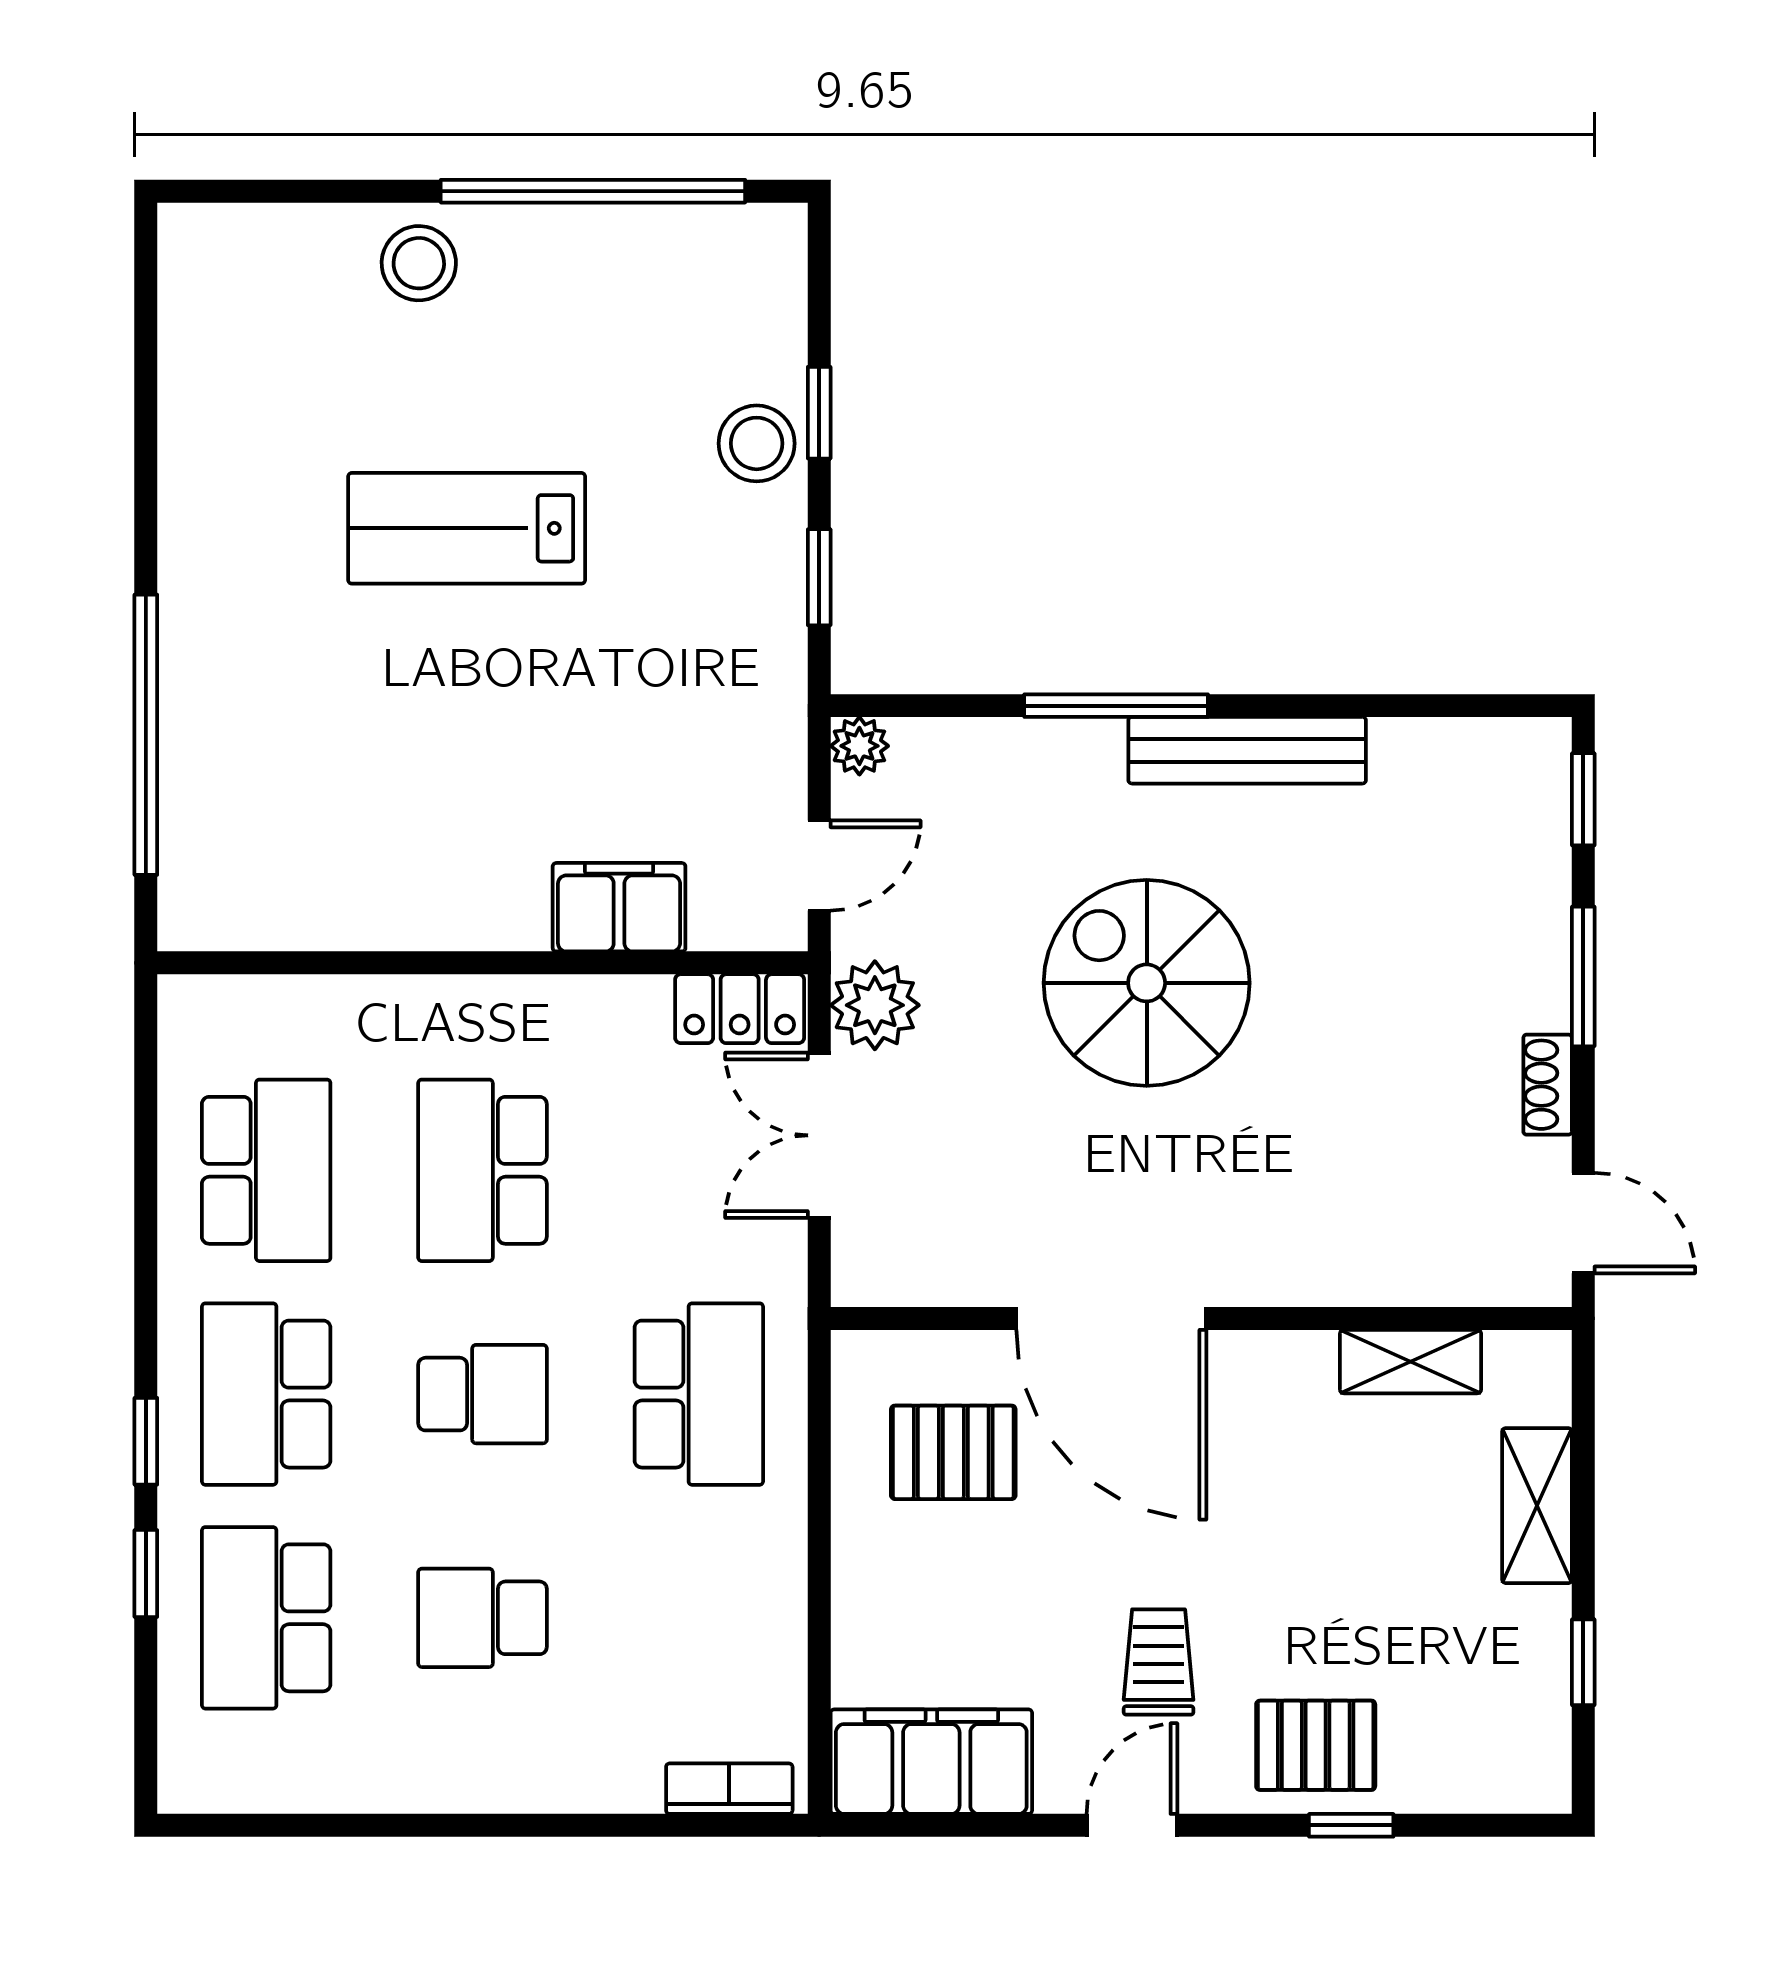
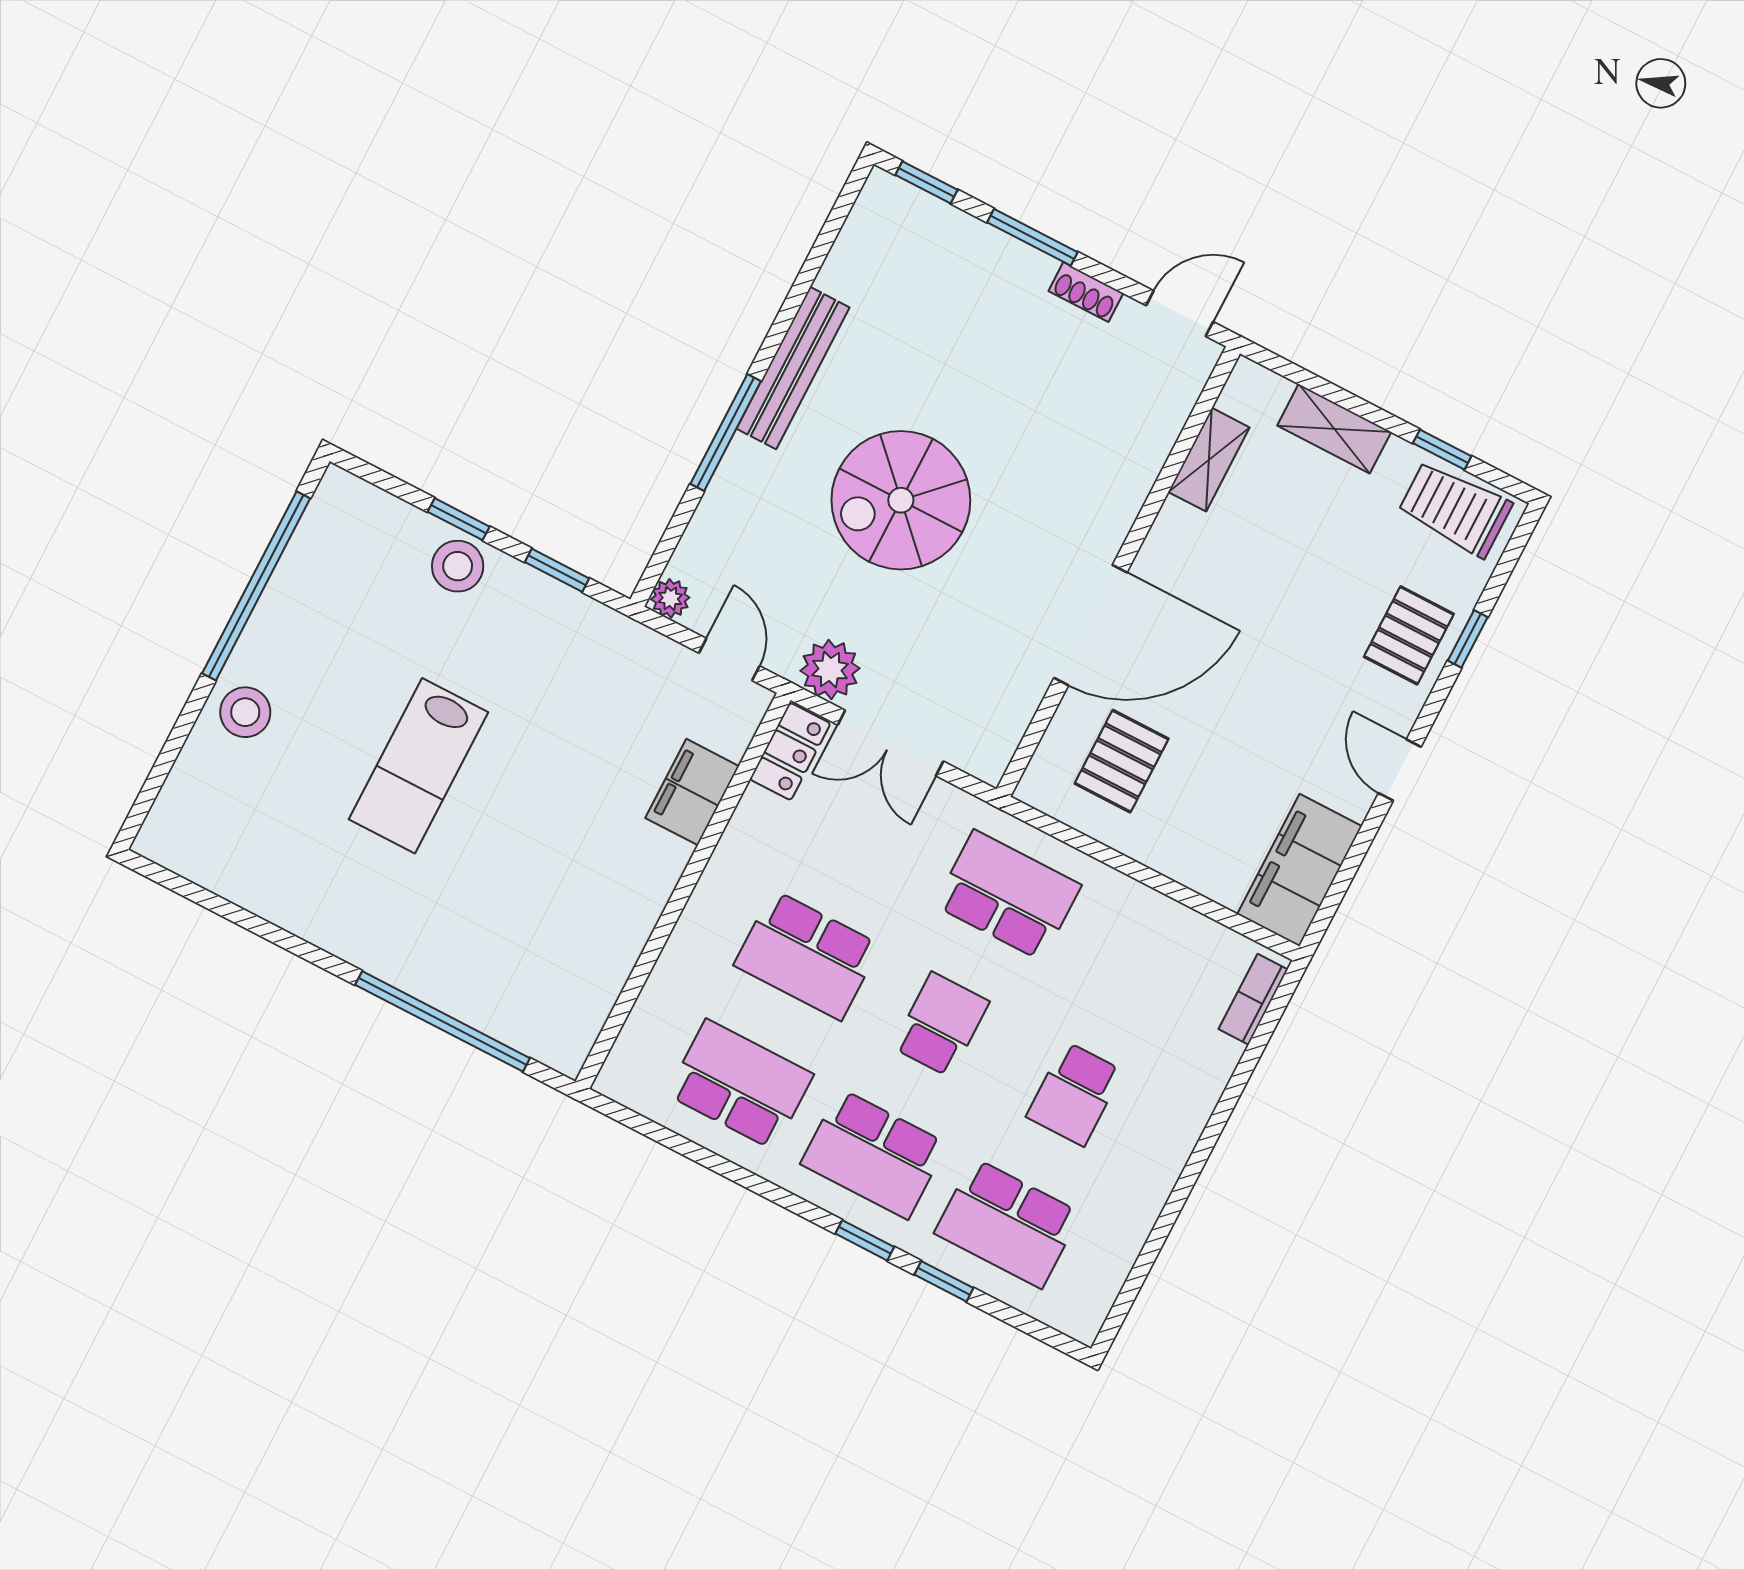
trolley: (1159, 1662) -> (1455, 509), moved, width x1.36, depth x1.39

